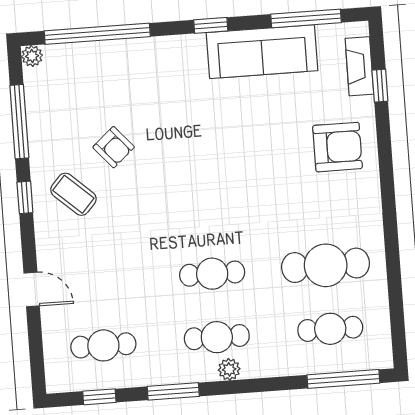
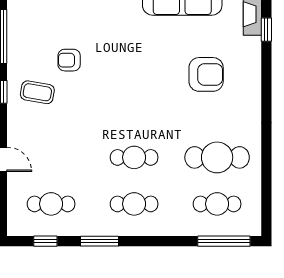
armchair: (114, 147) -> (69, 60), turned 131
armchair: (338, 147) -> (206, 74), moved
coffee table: (73, 194) -> (37, 92), turned -32
plant: (229, 369) -> (141, 228), removed

